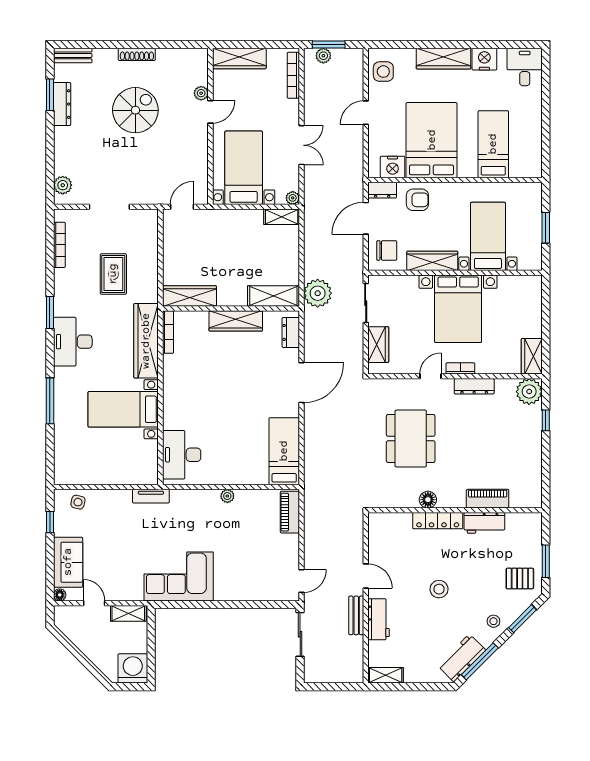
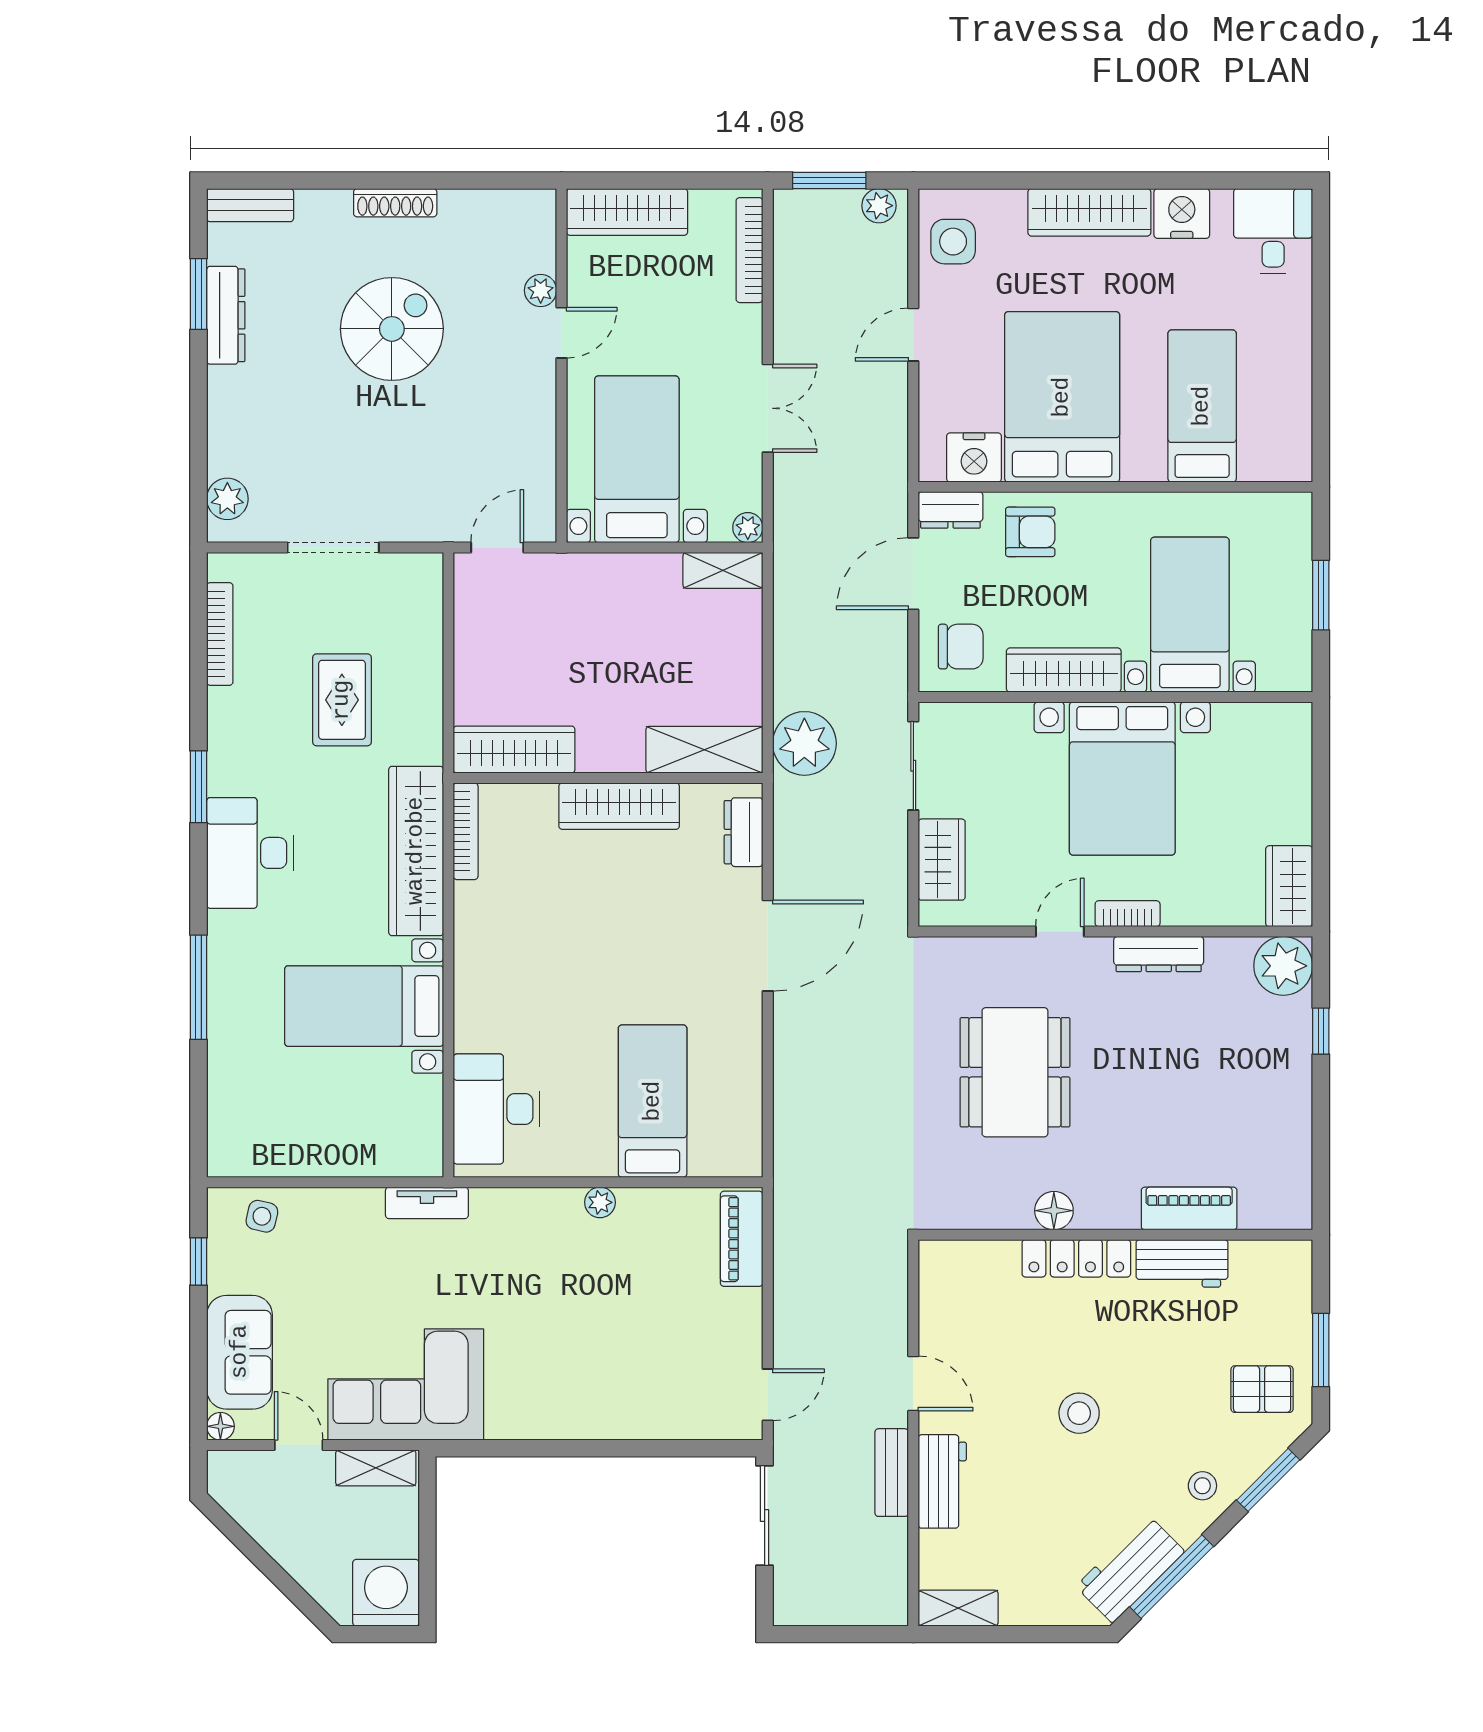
plant: (323, 56) -> (879, 206), moved
bed: (284, 451) -> (653, 1101), moved
corner sofa: (179, 576) -> (406, 1384), moved

